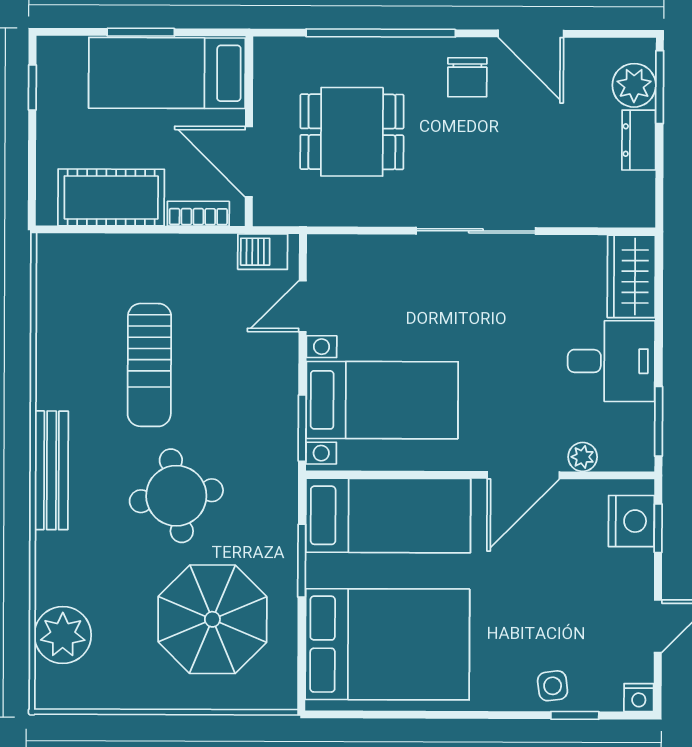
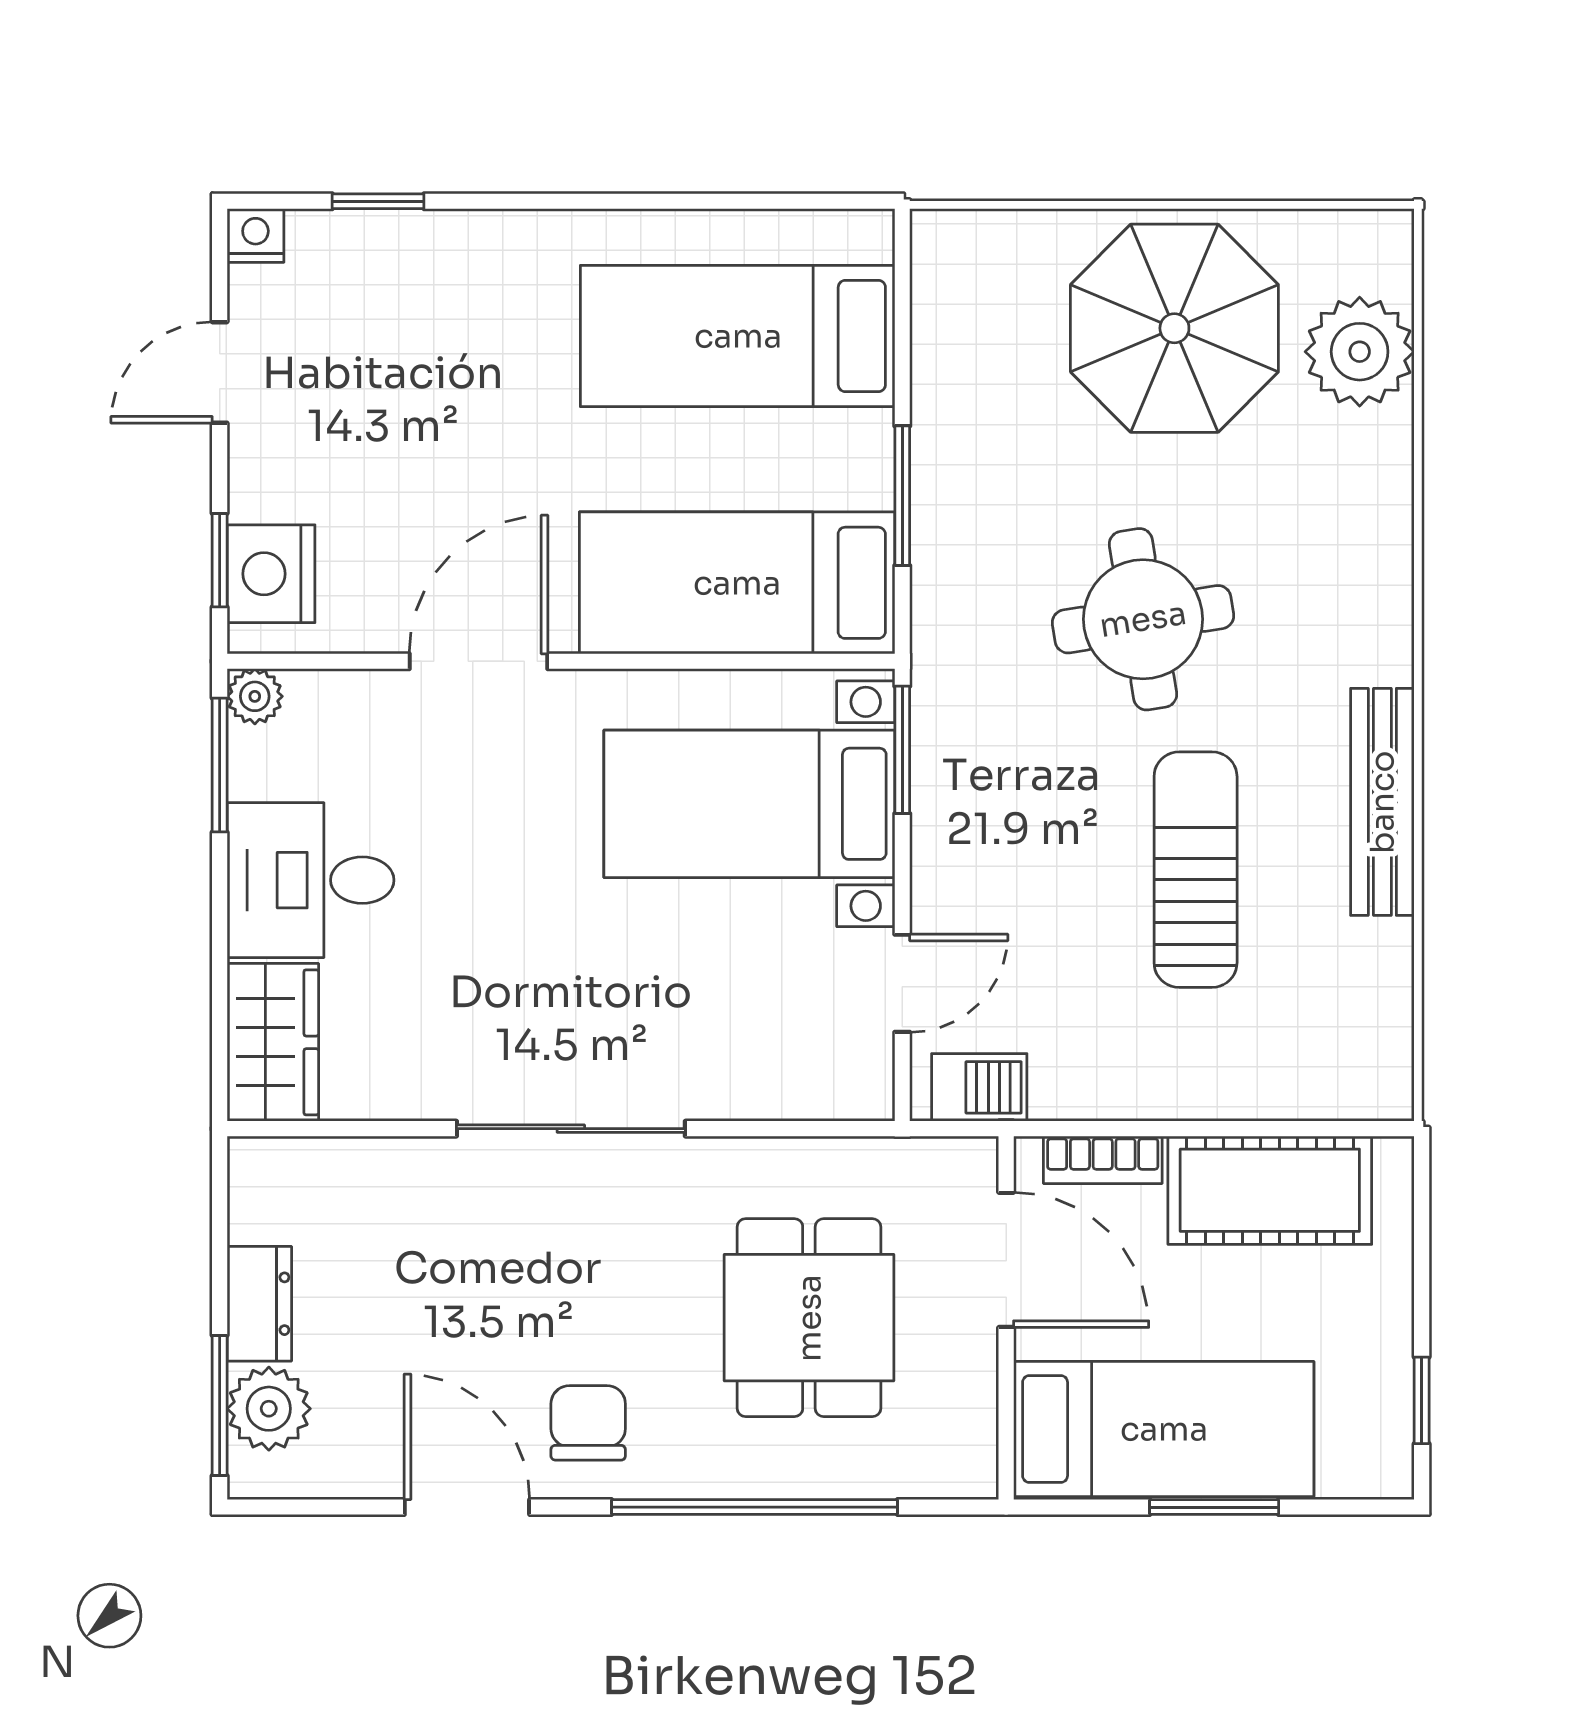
dining table: (352, 132) -> (809, 1318), turned 90
plant: (583, 457) -> (255, 696), moved
bench: (51, 470) -> (1382, 802), moved
parasol: (212, 619) -> (1174, 328), moved
bed: (387, 644) -> (738, 336), width x0.67
side table: (553, 686) -> (421, 258), removed

